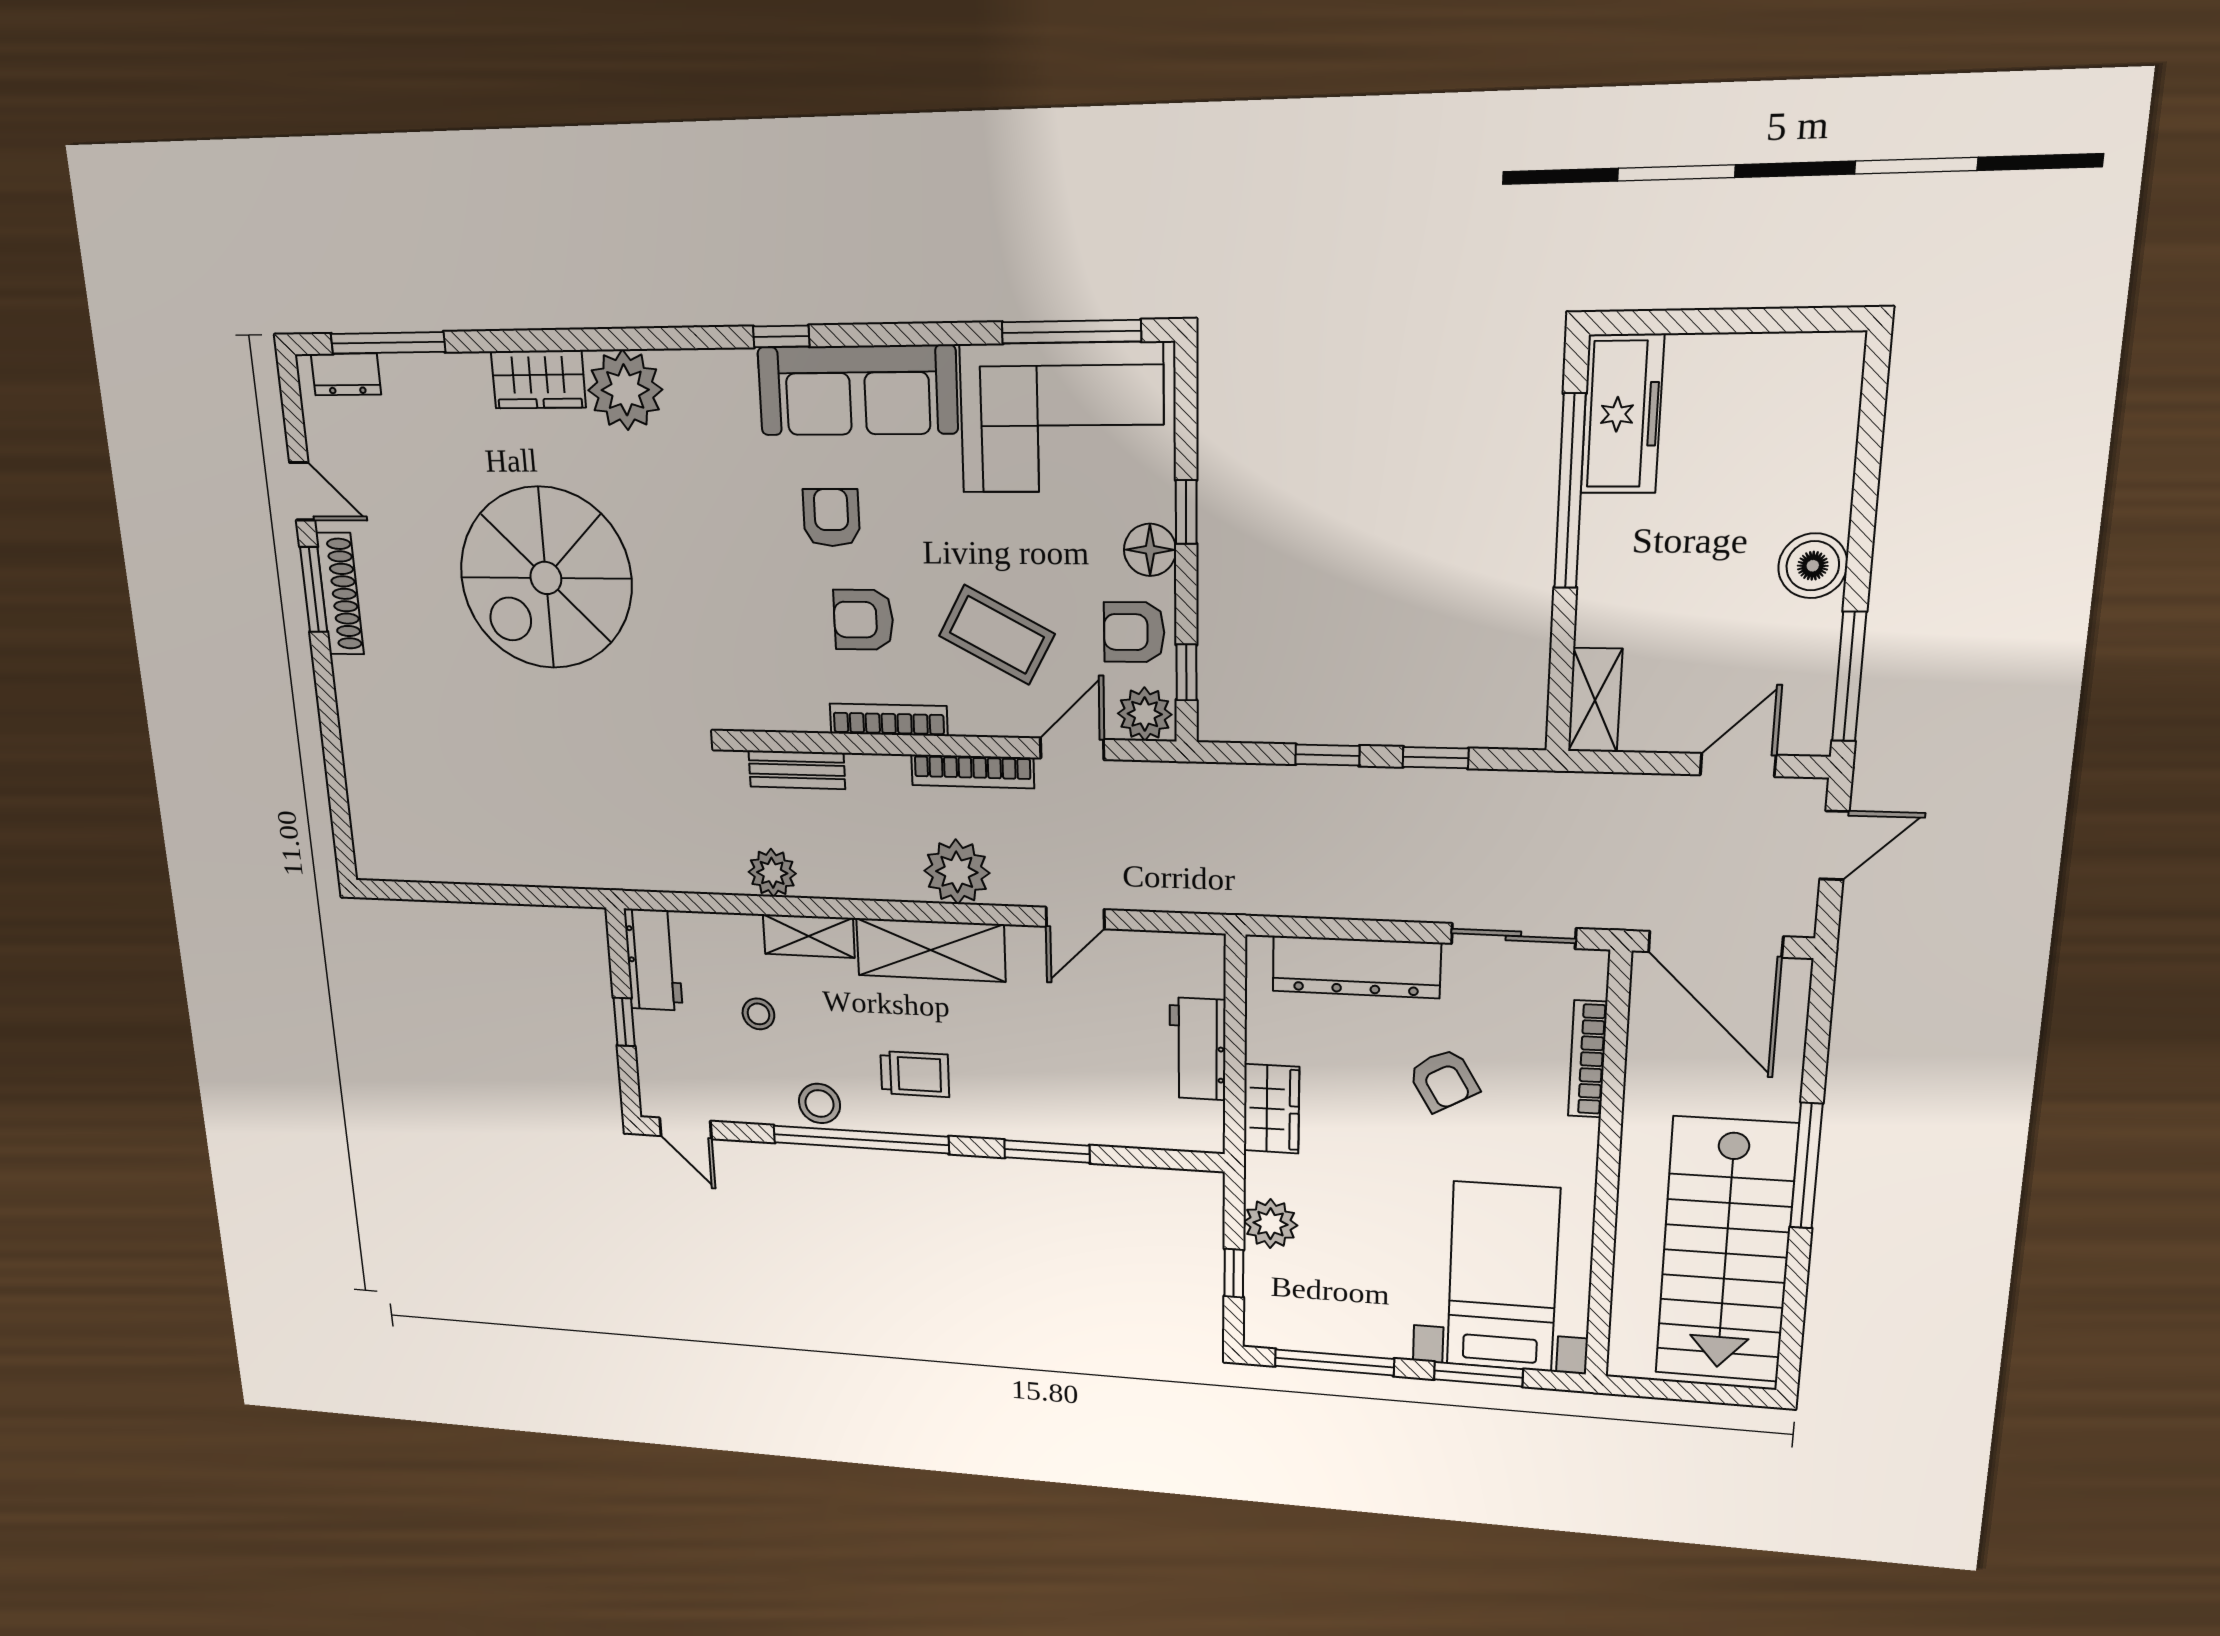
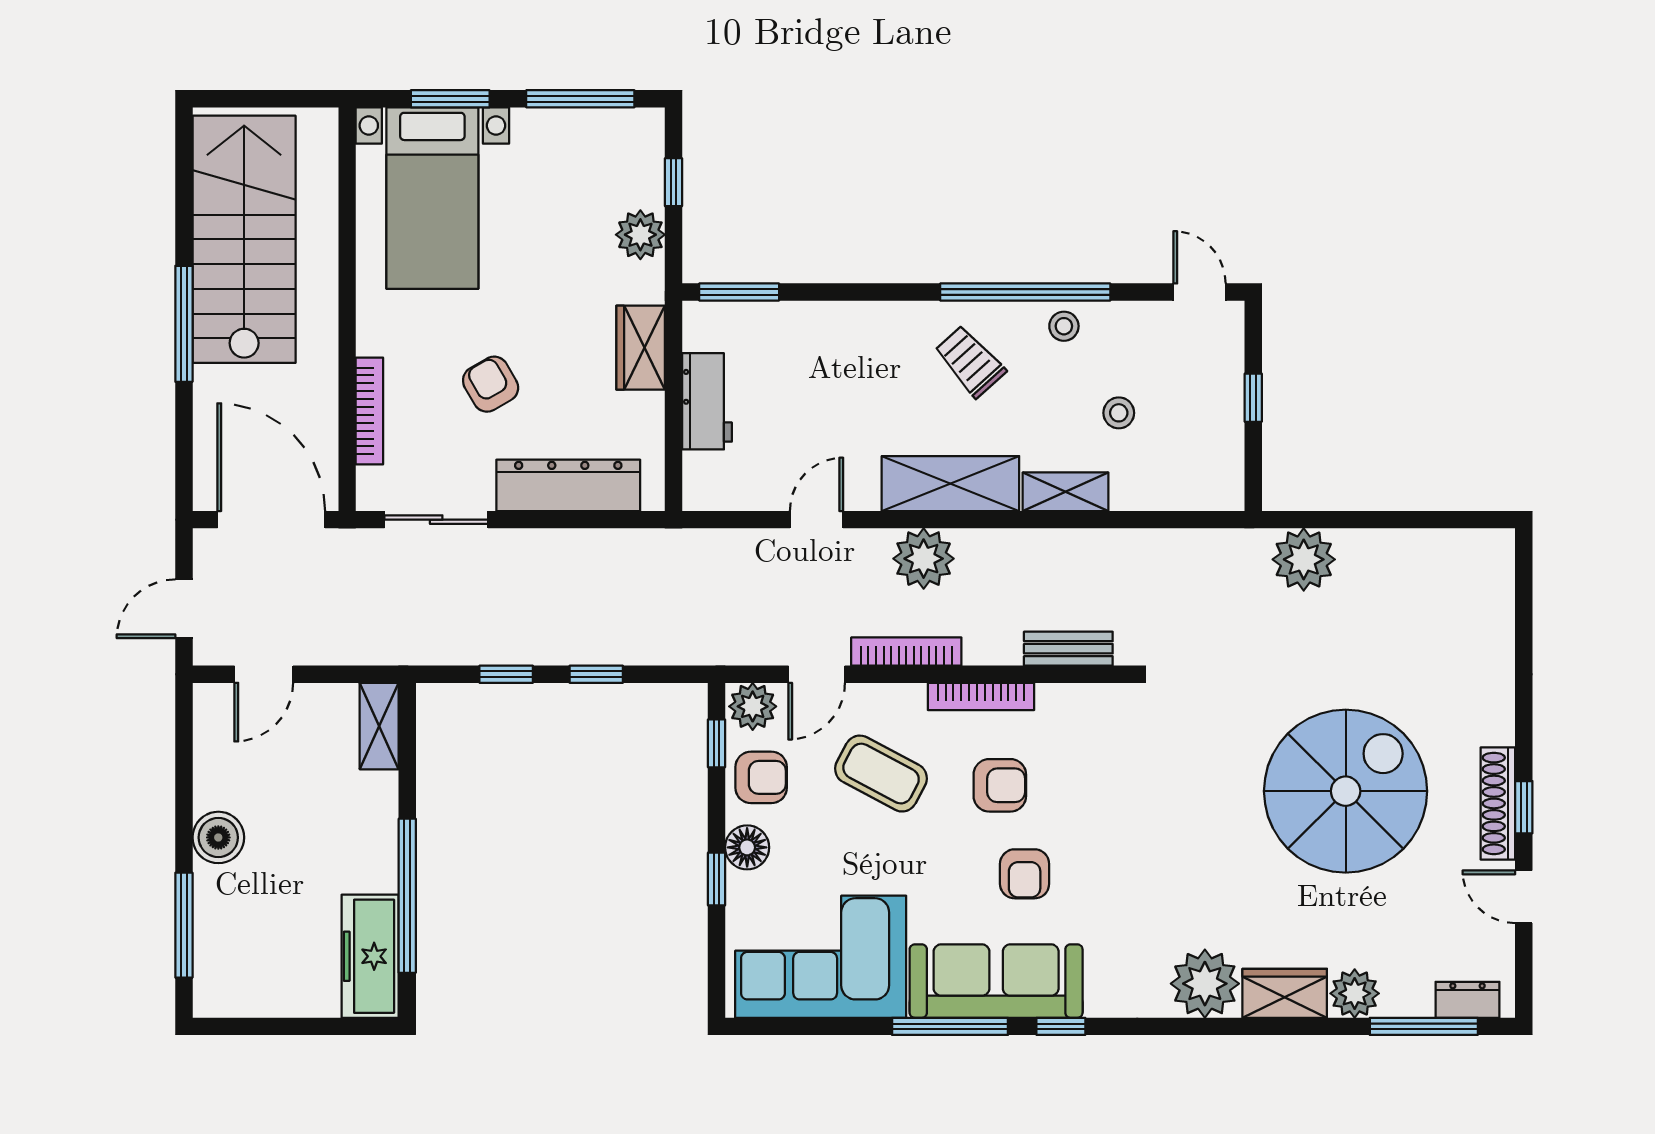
window: (1071, 332) -> (950, 1026), moved
plant: (464, 380) -> (1355, 993), added
spiral stairs: (546, 578) -> (1346, 791), moved
window: (314, 589) -> (1524, 807), width x0.67
window: (1849, 677) -> (184, 925), moved
plant: (772, 873) -> (1304, 559), moved, width x1.36, depth x1.36
workbench: (653, 960) -> (1219, 462), removed
trolley: (915, 1074) -> (970, 361), turned 48
stool: (819, 1103) -> (1064, 326), width x0.73, depth x0.73
window: (1047, 1151) -> (739, 292), moved

